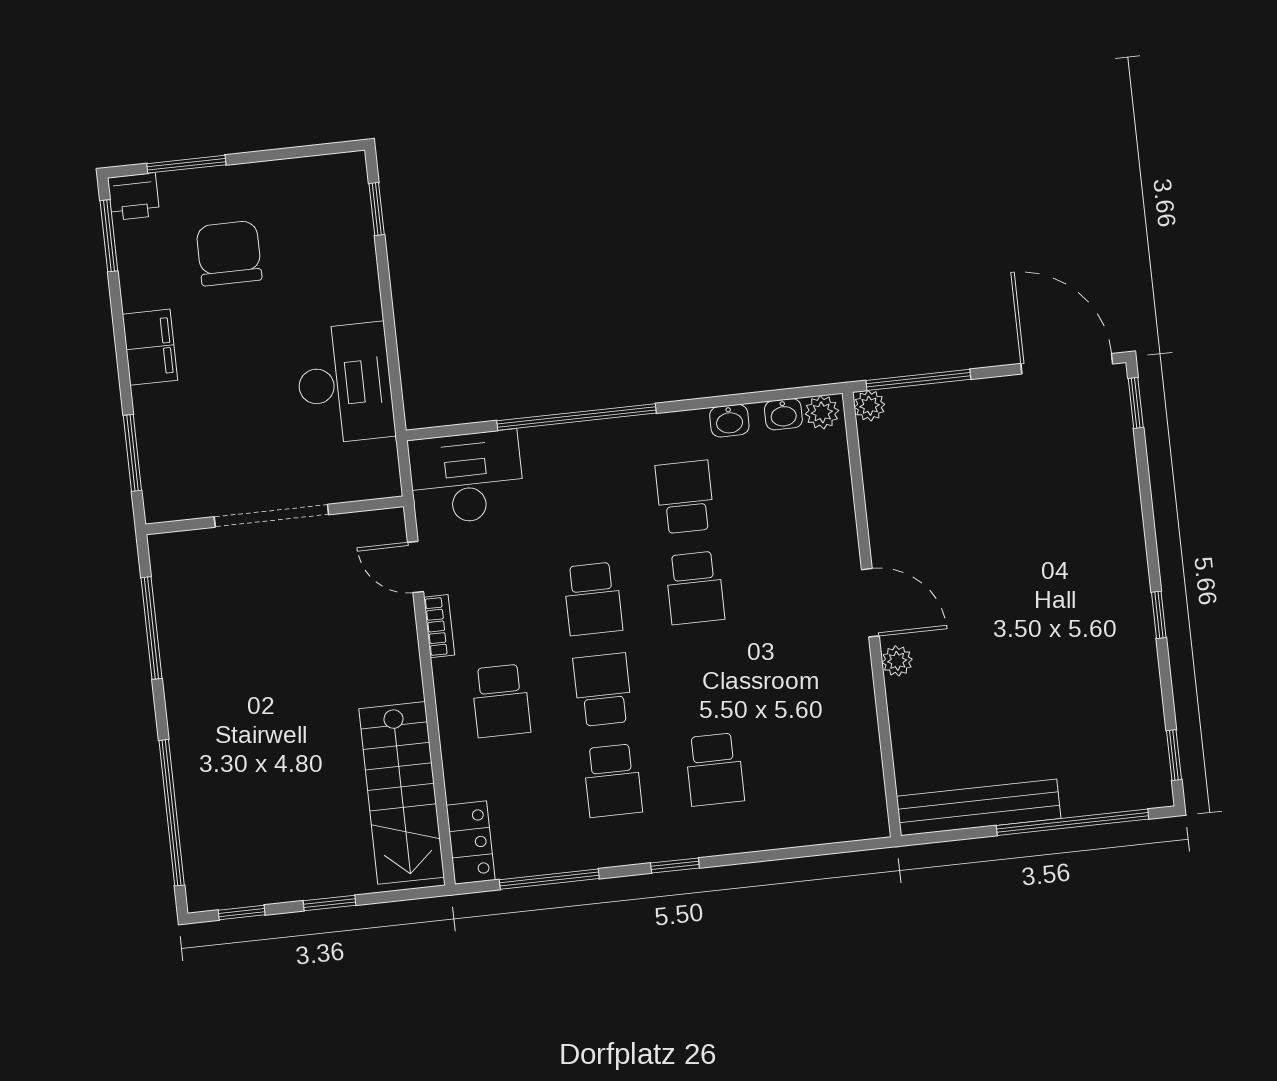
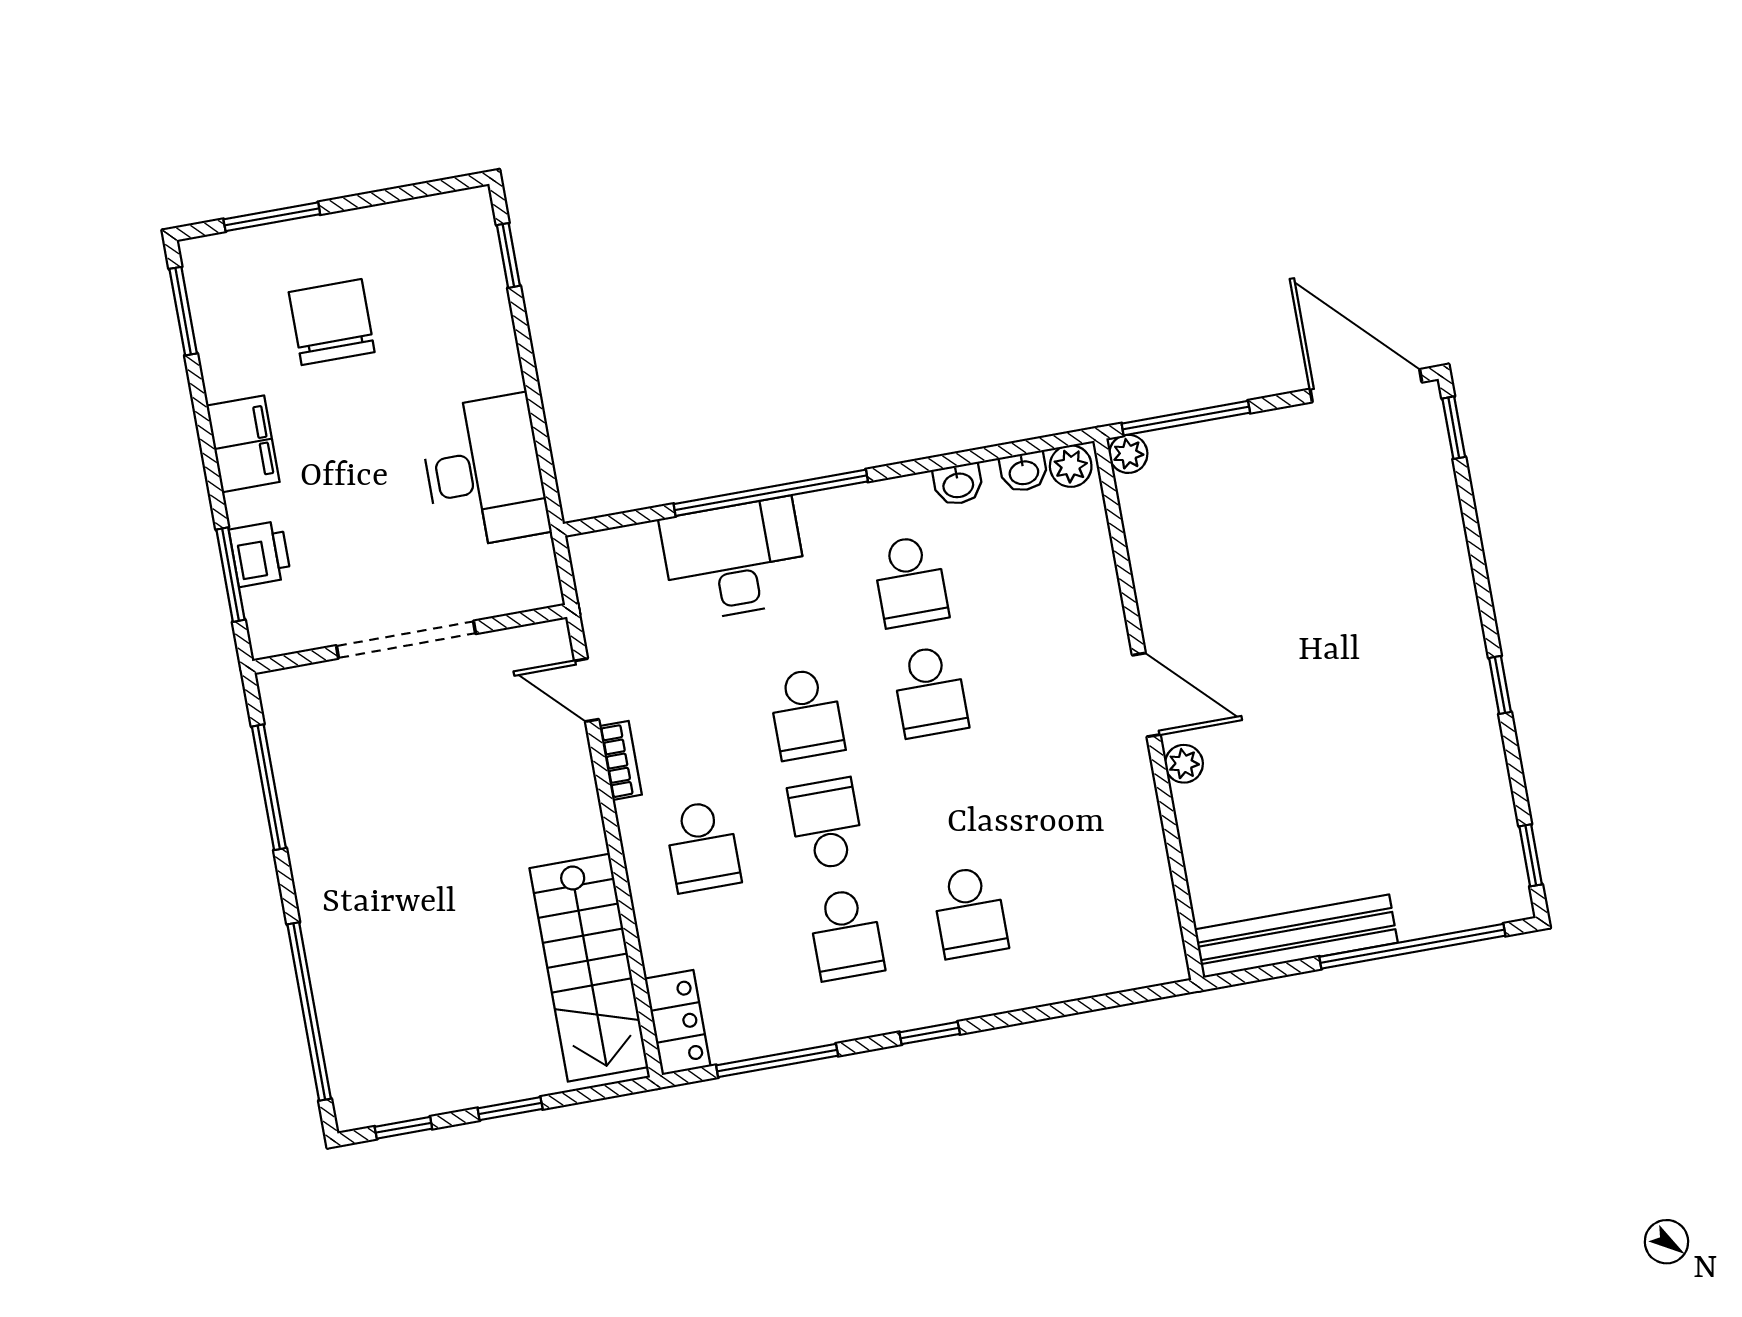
printer: (134, 197) -> (260, 554), moved, turned -90
desk: (466, 478) -> (734, 560), moved
school desk: (685, 497) -> (910, 581), turned 180

